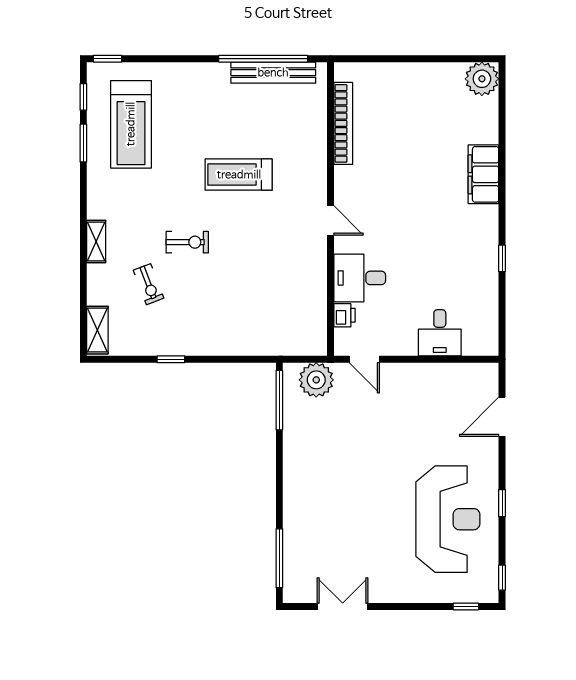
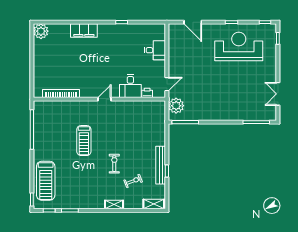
bench: (273, 73) -> (161, 165), moved
treadmill: (131, 124) -> (46, 181), moved, turned 90

